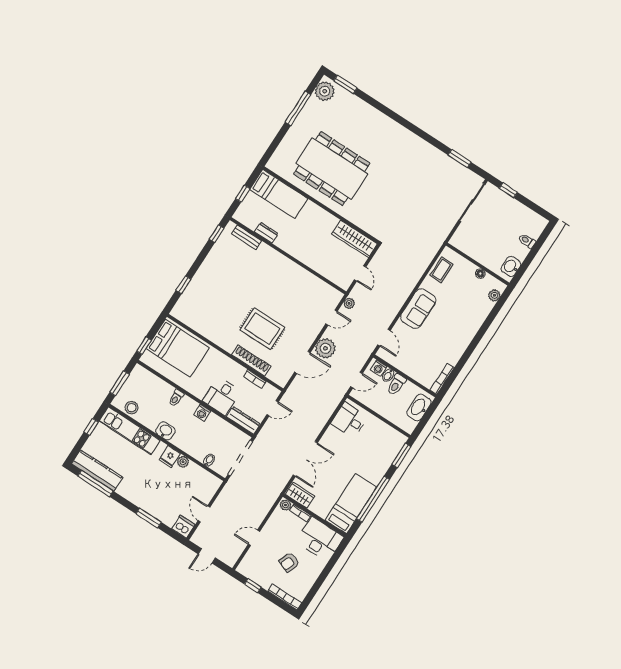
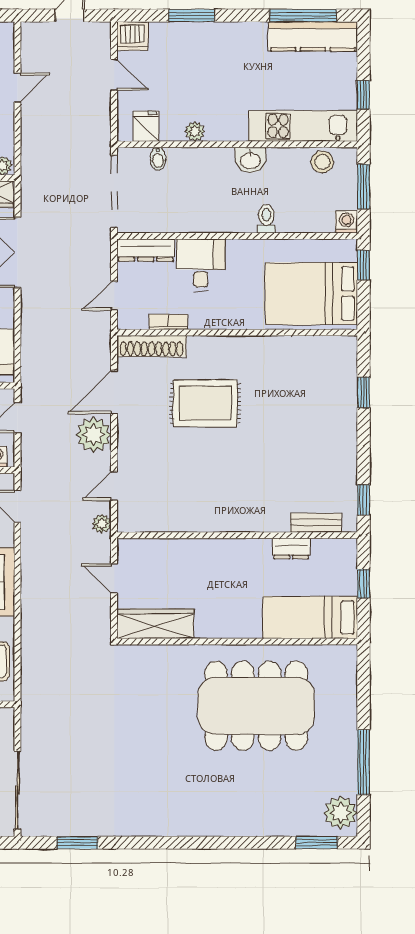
shoe rack: (251, 360) -> (151, 346), moved
washing machine: (202, 413) -> (346, 222), moved
fridge: (170, 457) -> (146, 126), moved

